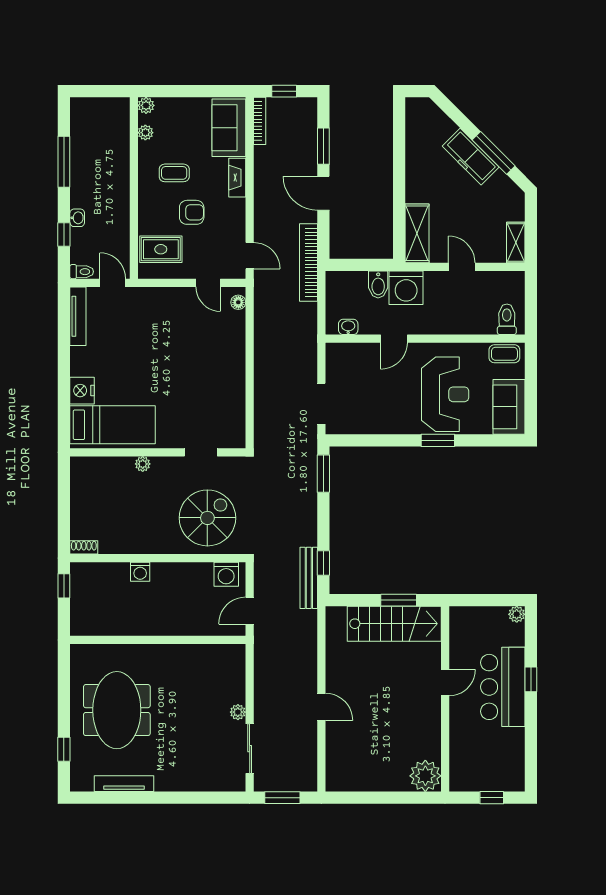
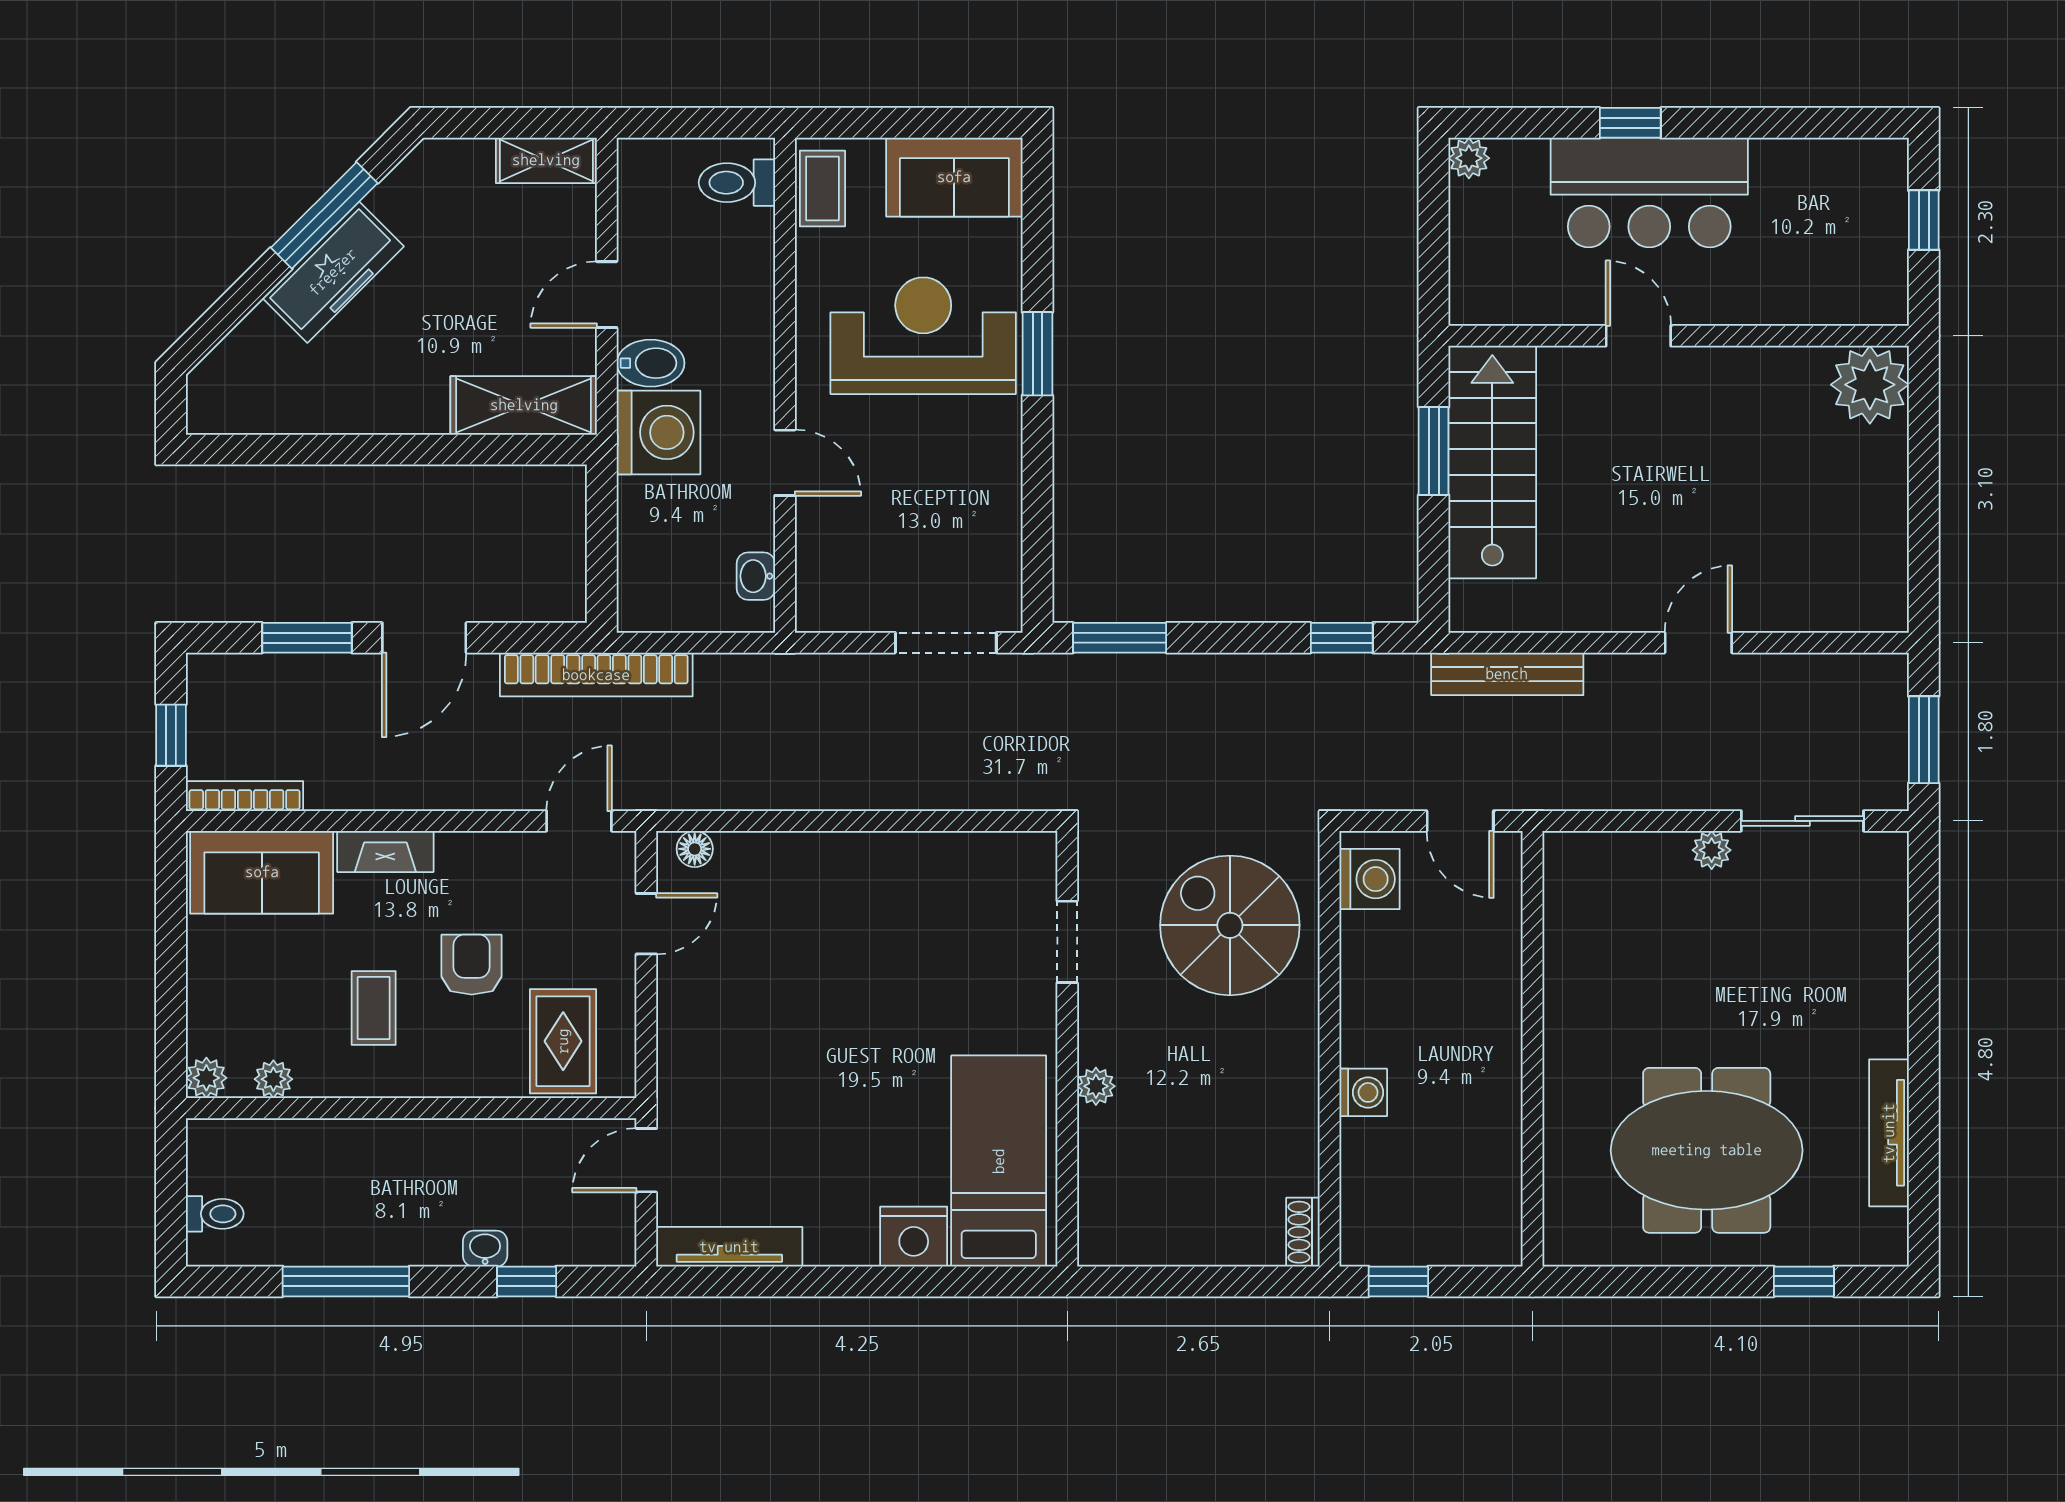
toilet: (82, 272) -> (215, 1214), moved, turned 90
bidet: (378, 284) -> (651, 363), moved
bench: (309, 578) -> (1507, 674), moved

